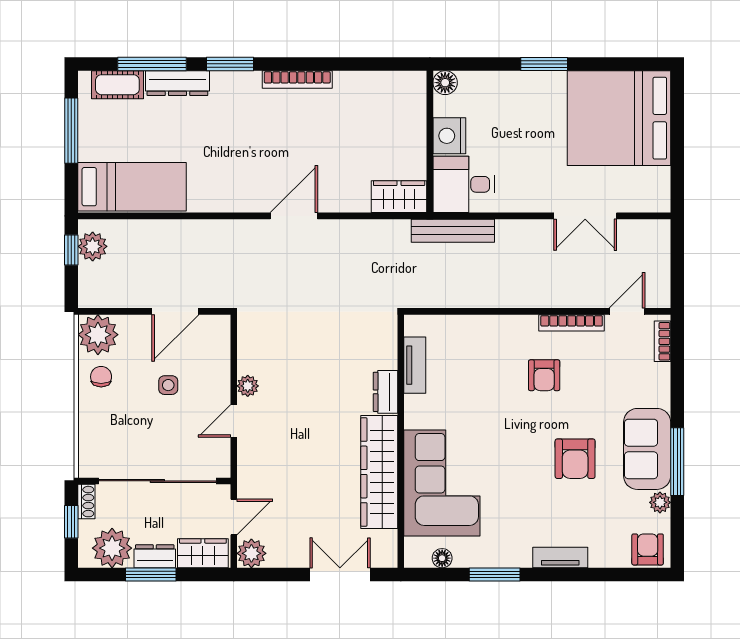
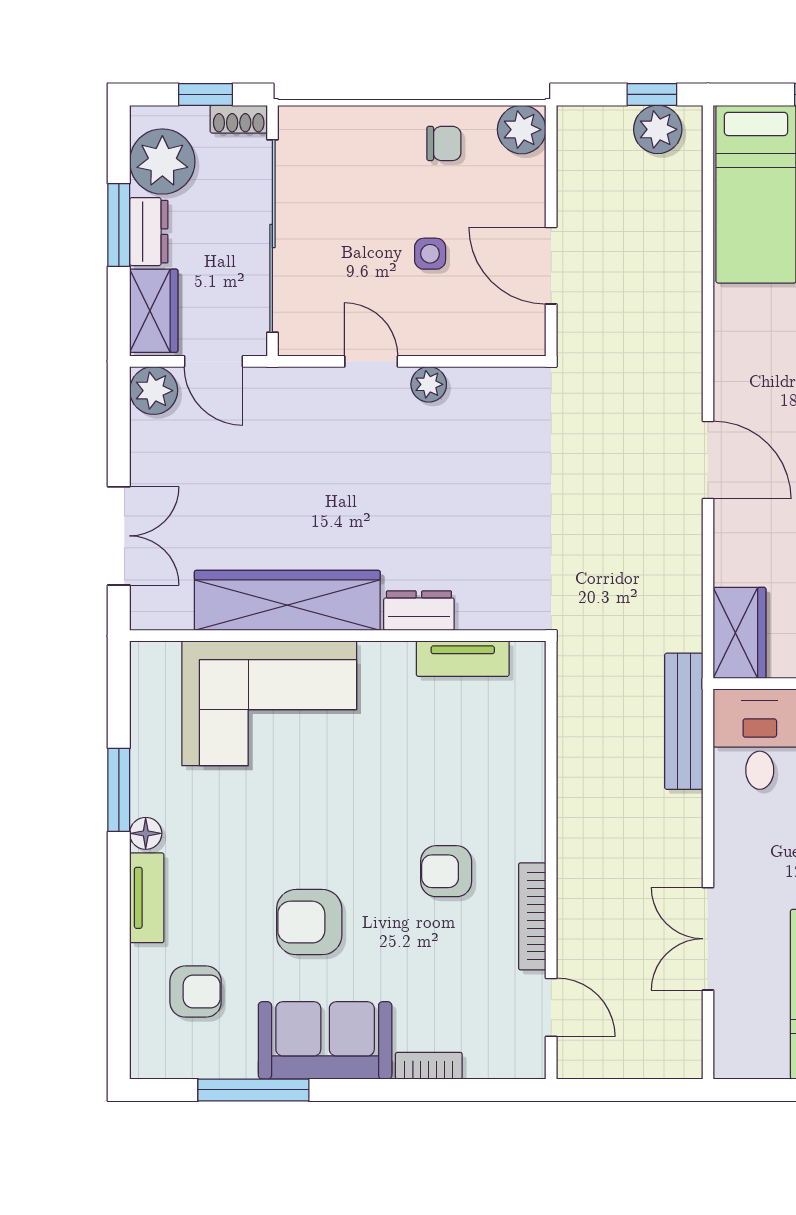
plant: (98, 335) -> (522, 130), width x0.73, depth x0.73
bookcase: (662, 341) -> (429, 1066), moved
window: (677, 462) -> (253, 1090), moved
plant: (660, 502) -> (237, 1062), removed
armchair: (648, 549) -> (196, 992), moved
floor lamp: (442, 558) -> (146, 833), moved

